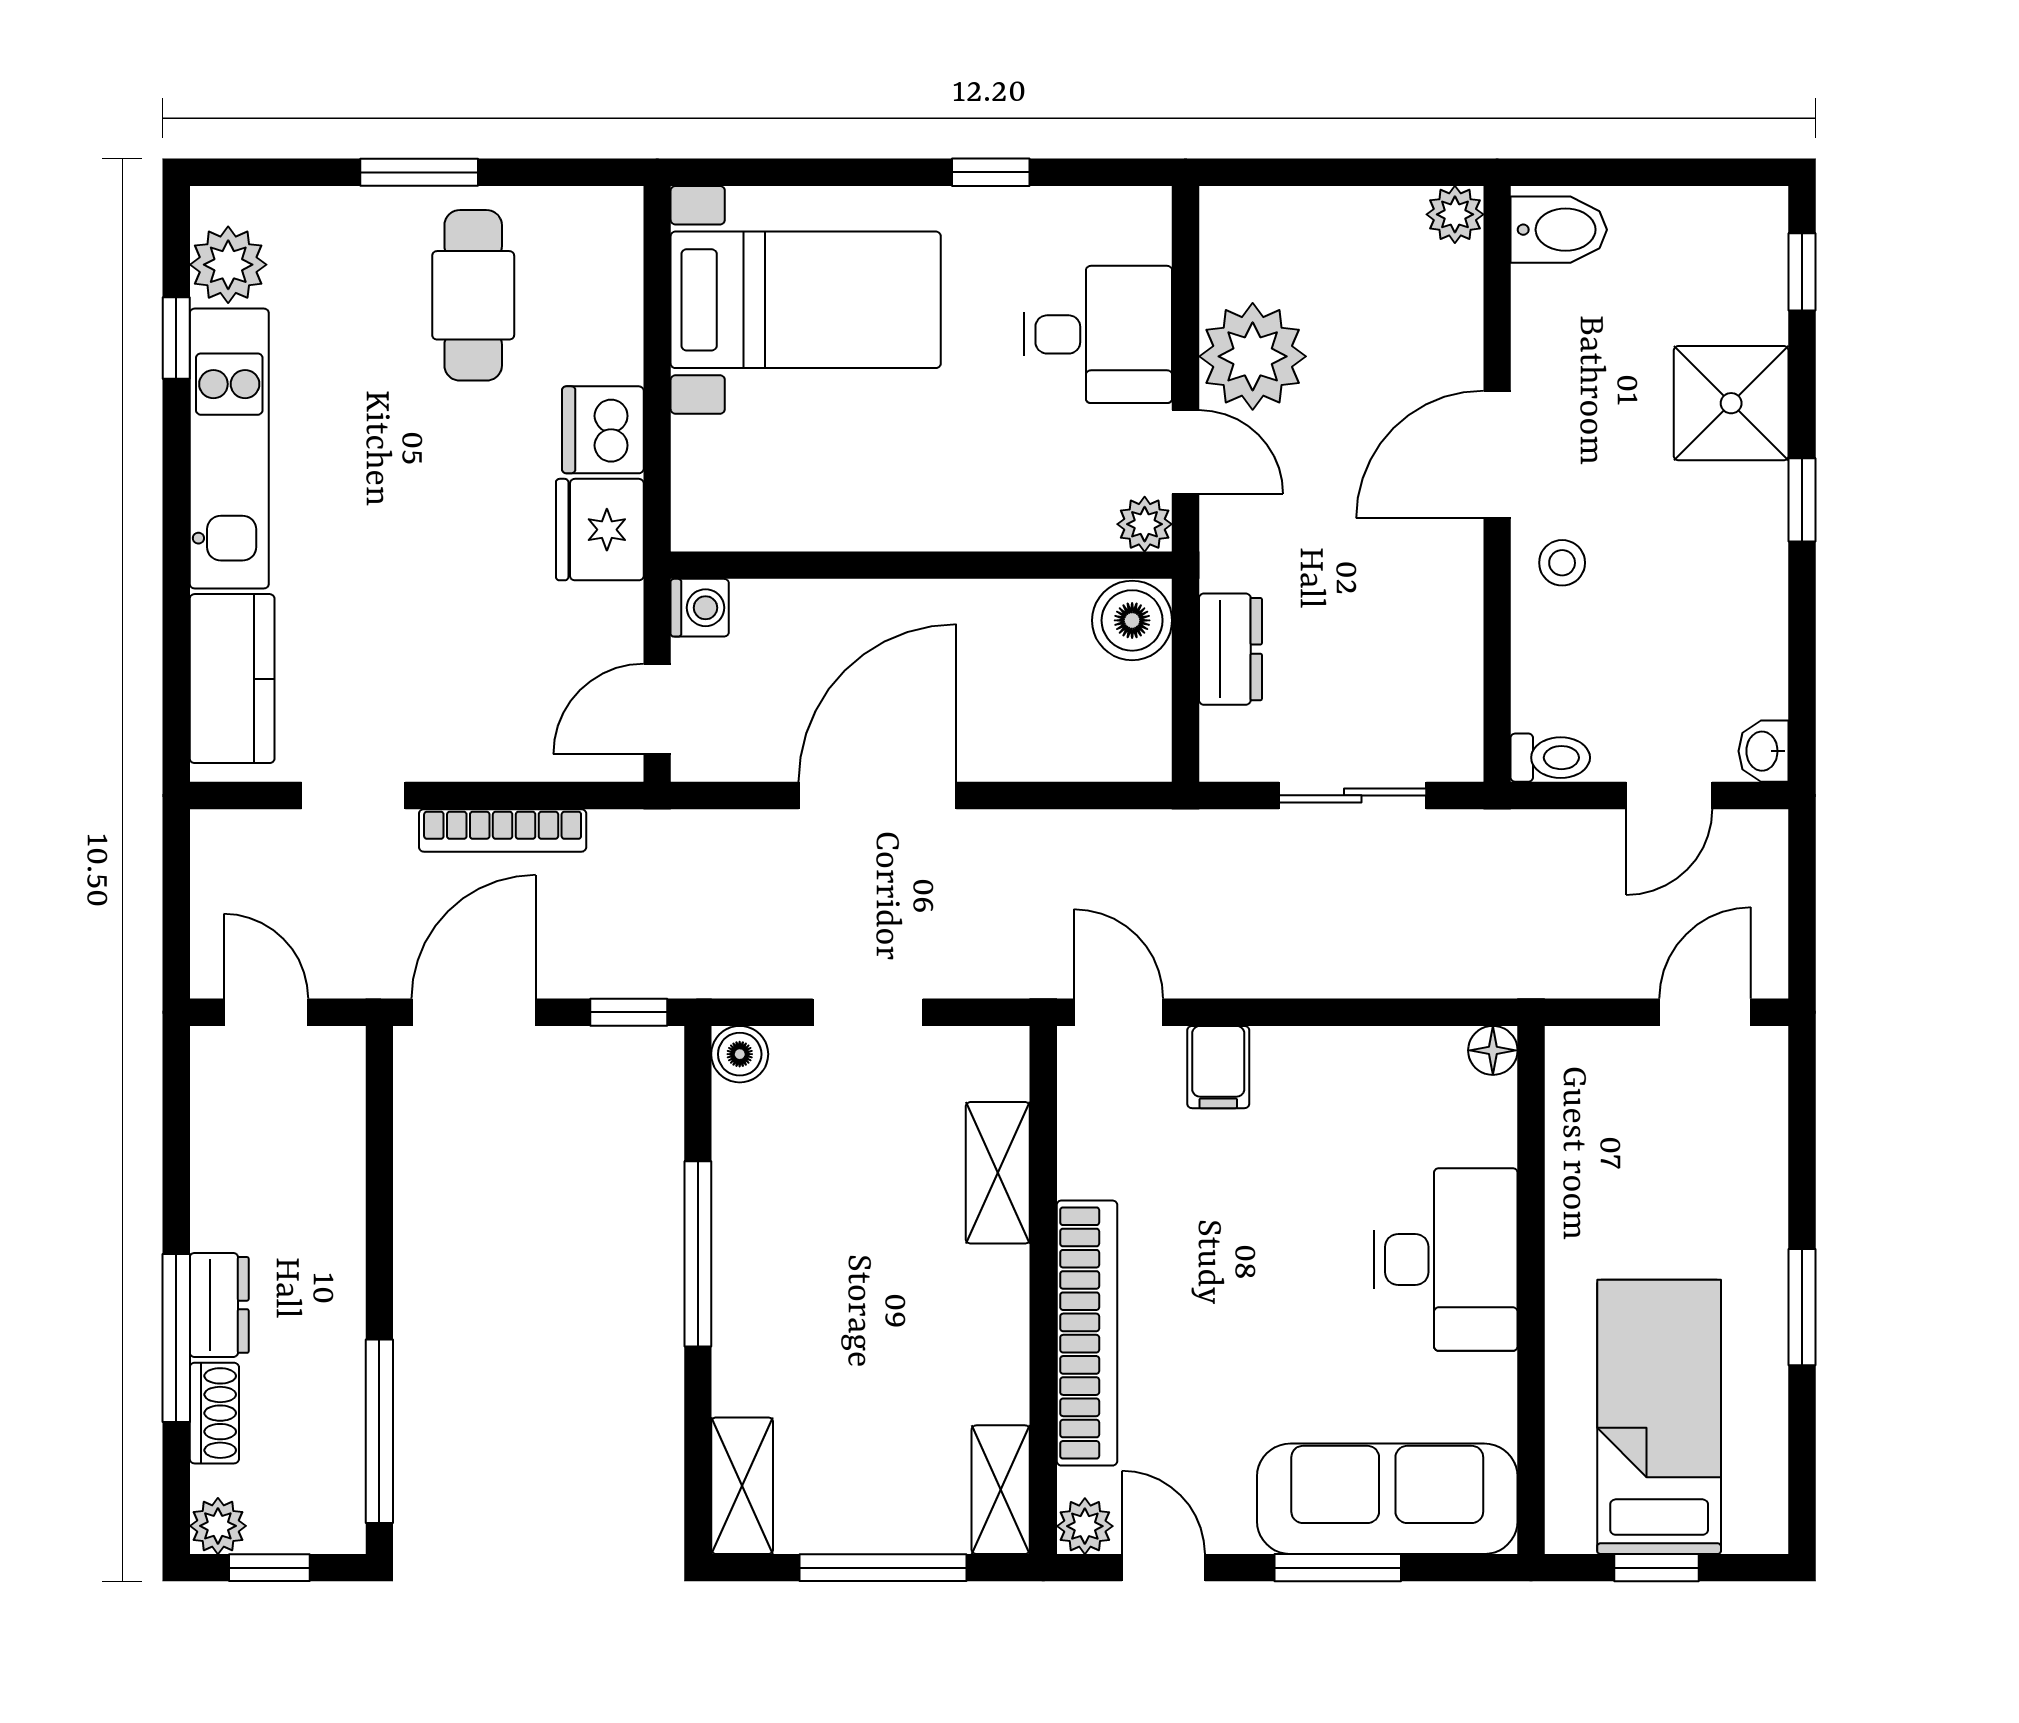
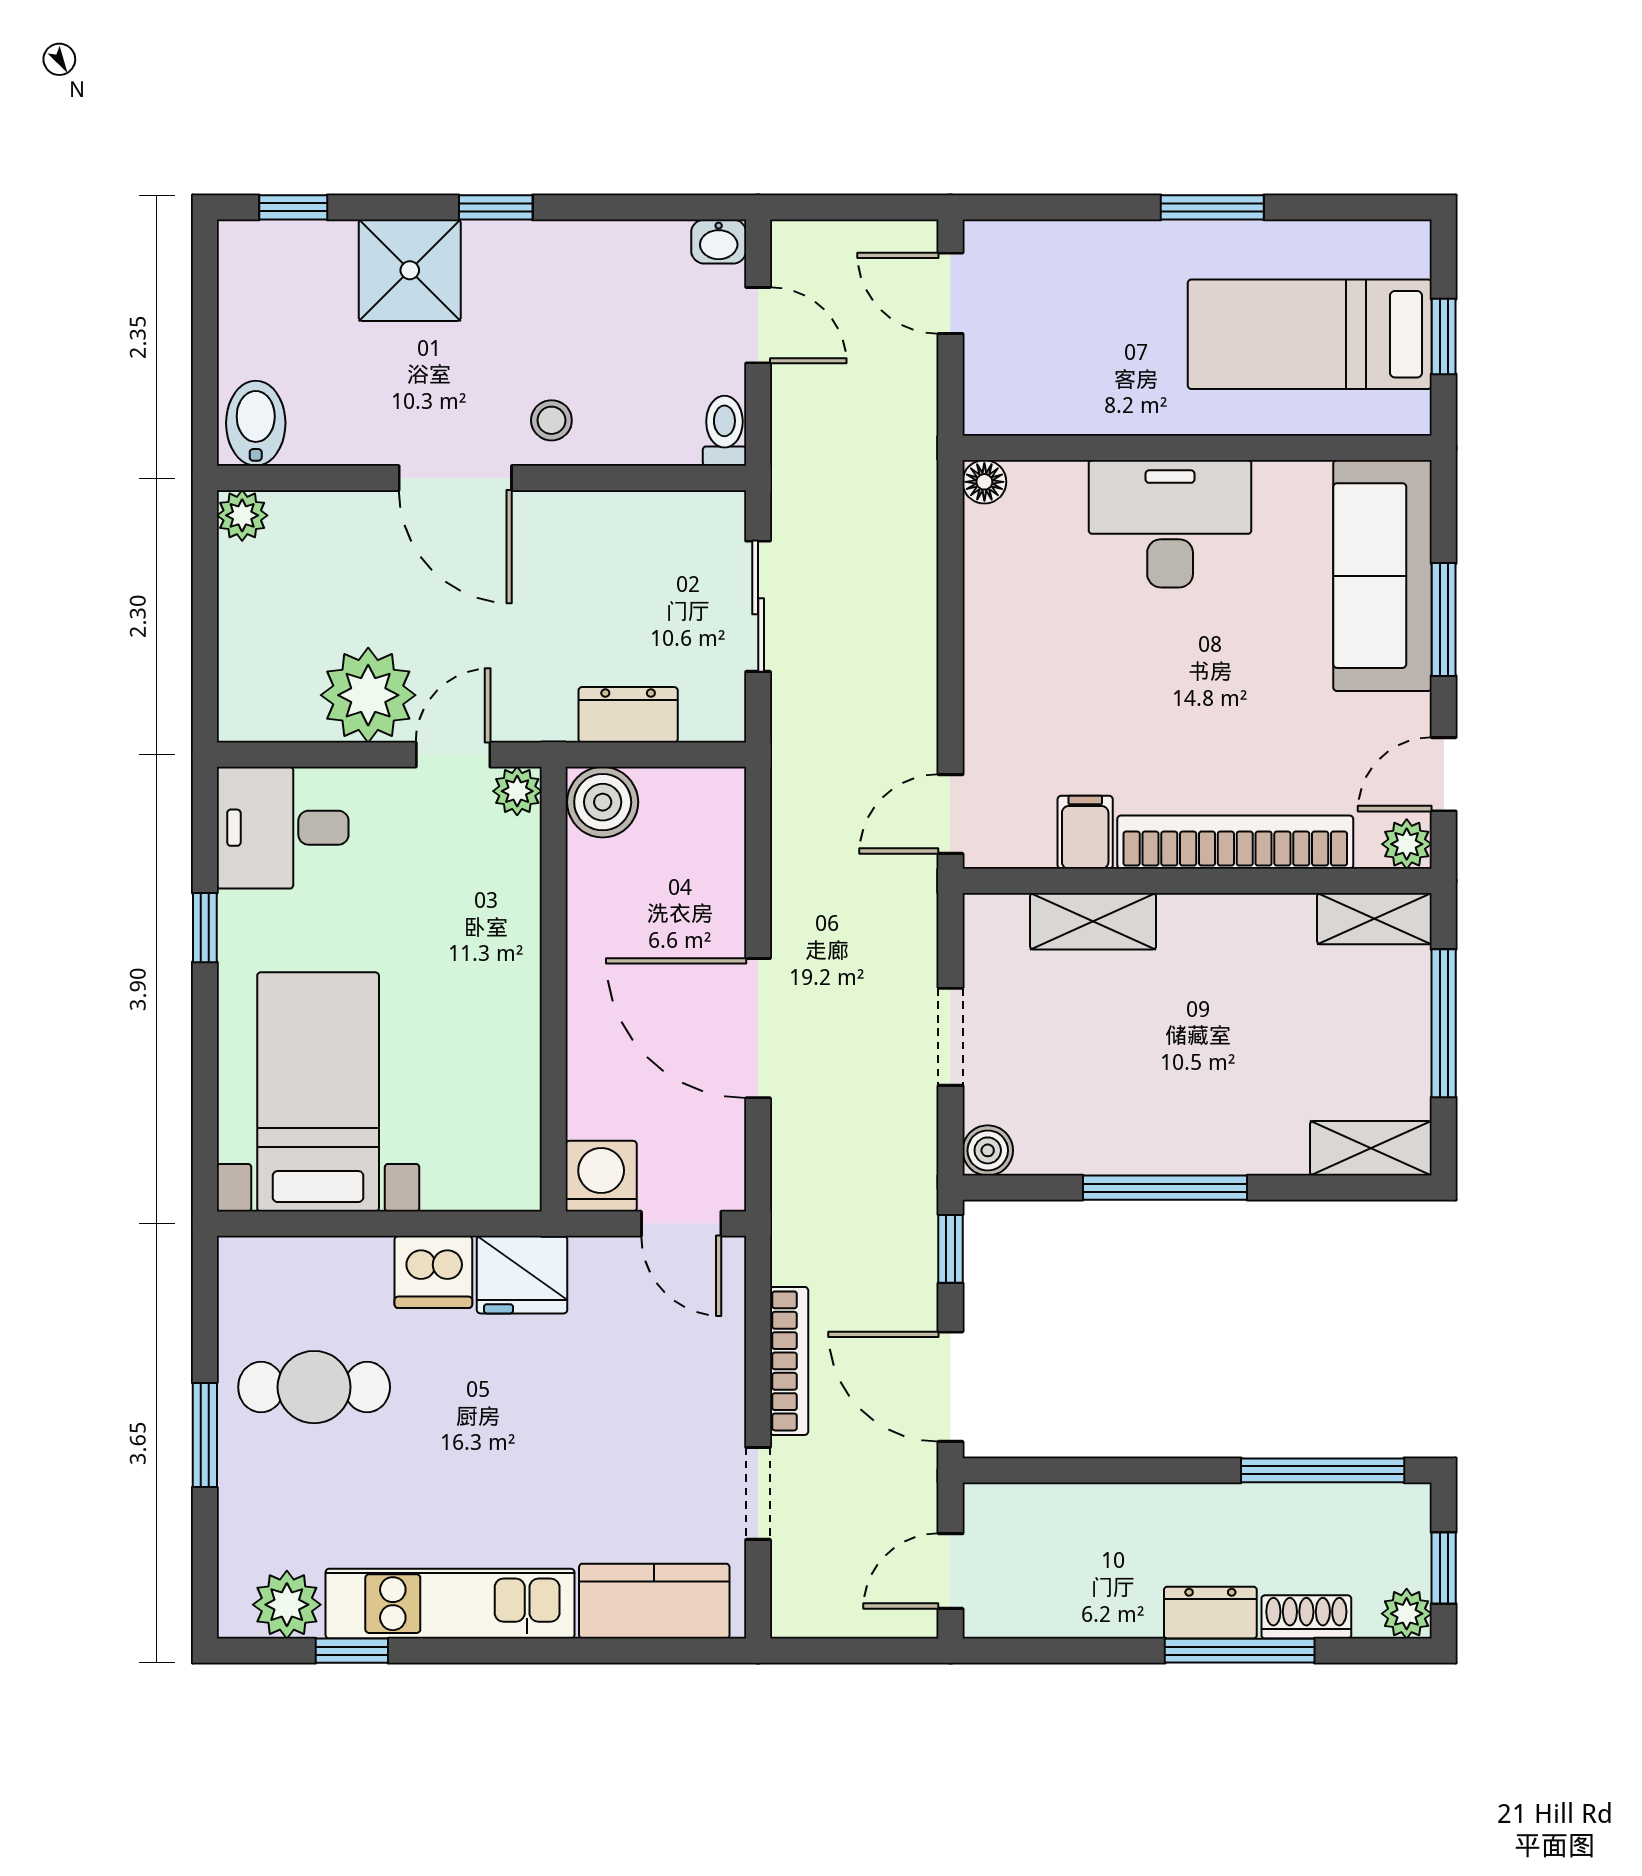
desk: (1098, 334) -> (283, 828), moved, turned -90
washing machine: (700, 608) -> (601, 1176), width x1.38, depth x1.38
filing cabinet: (1218, 1067) -> (1085, 832), moved, turned -90

